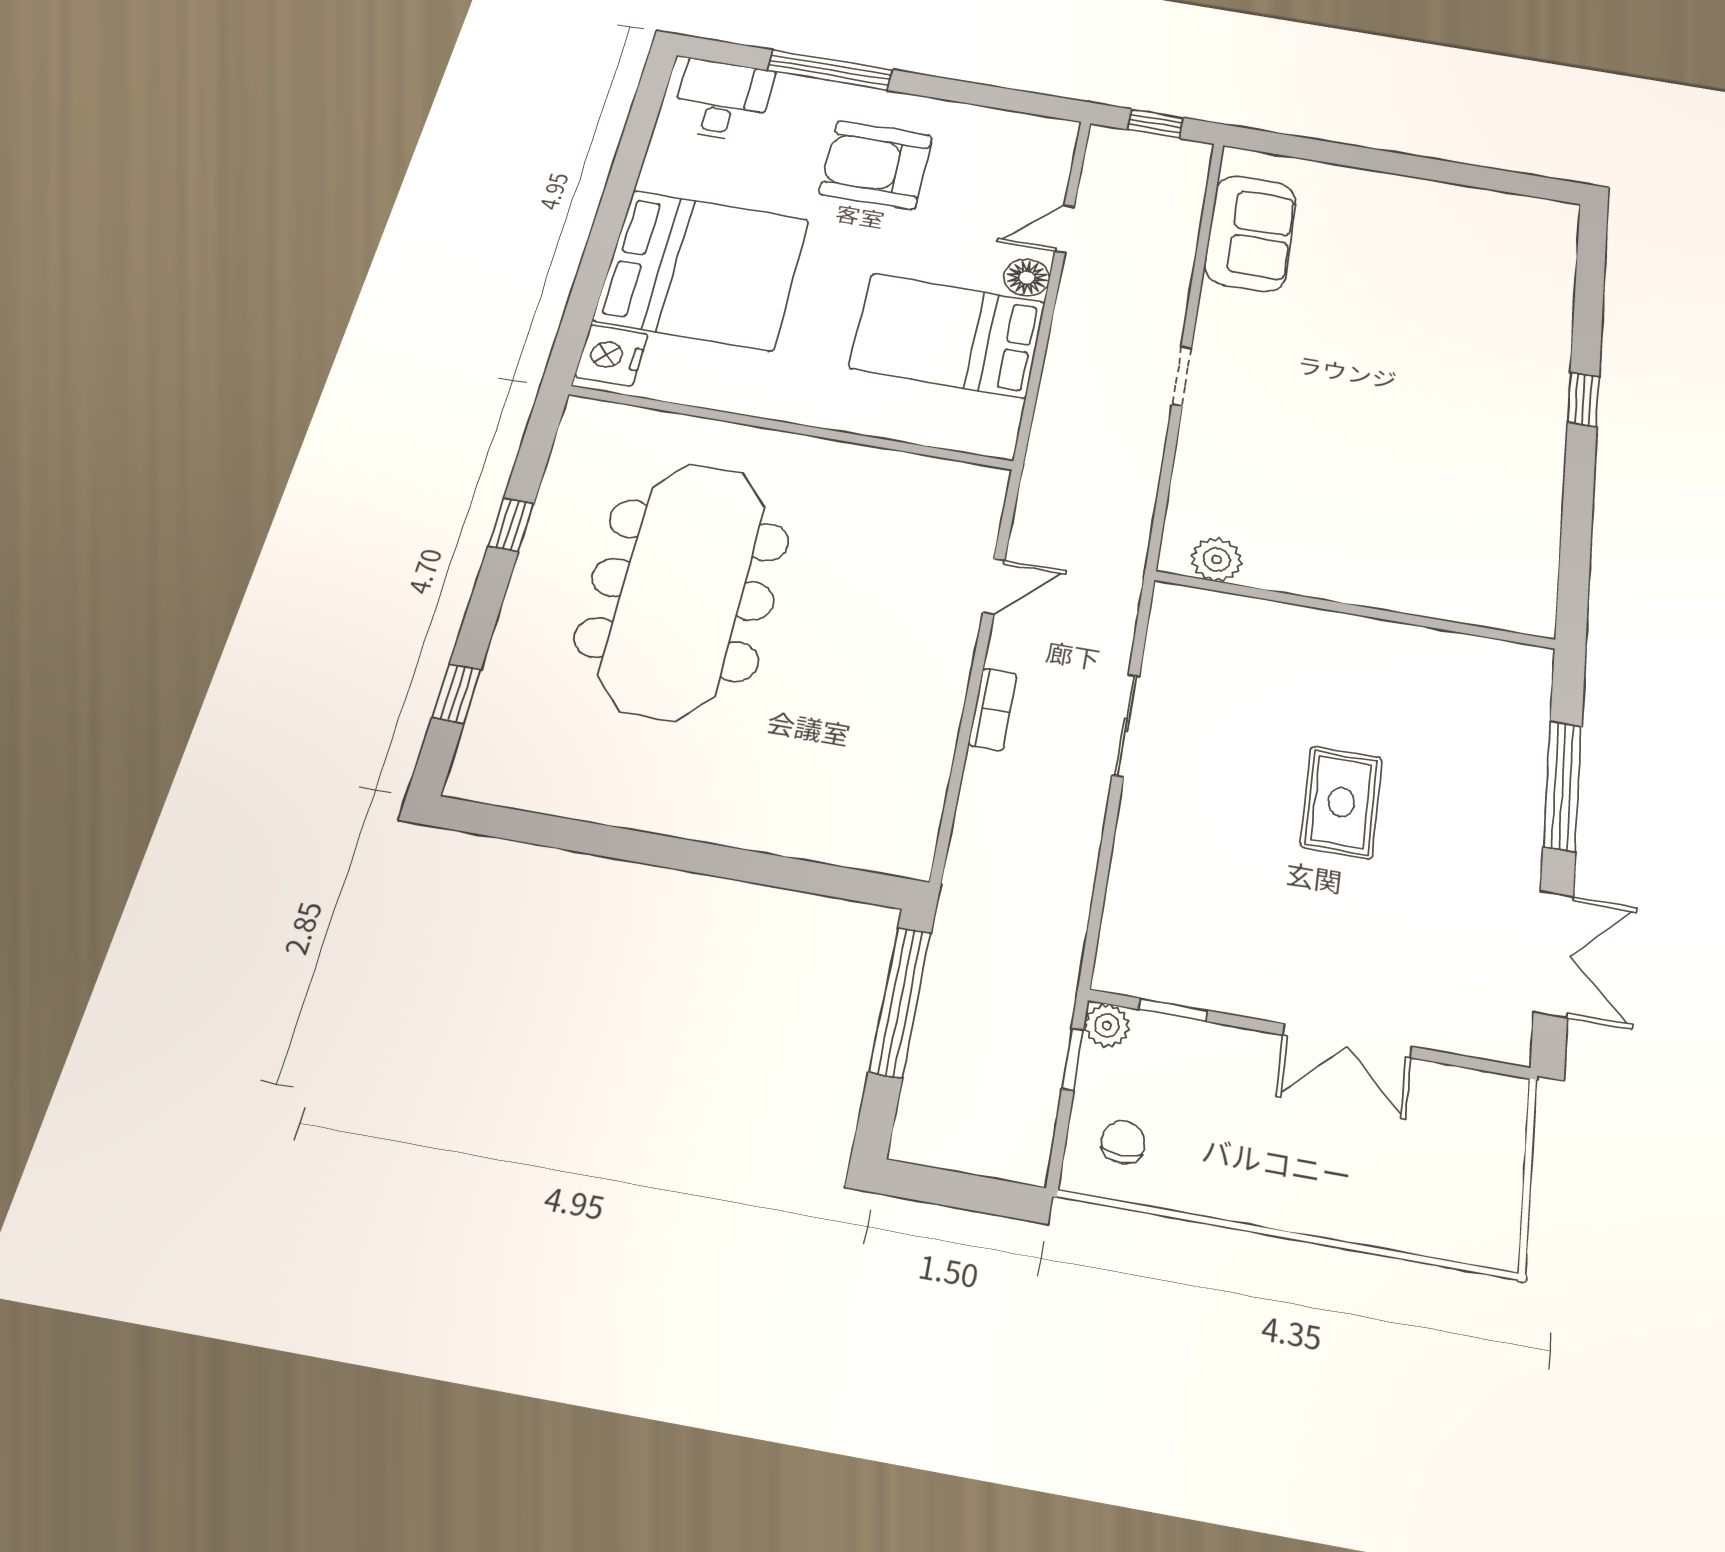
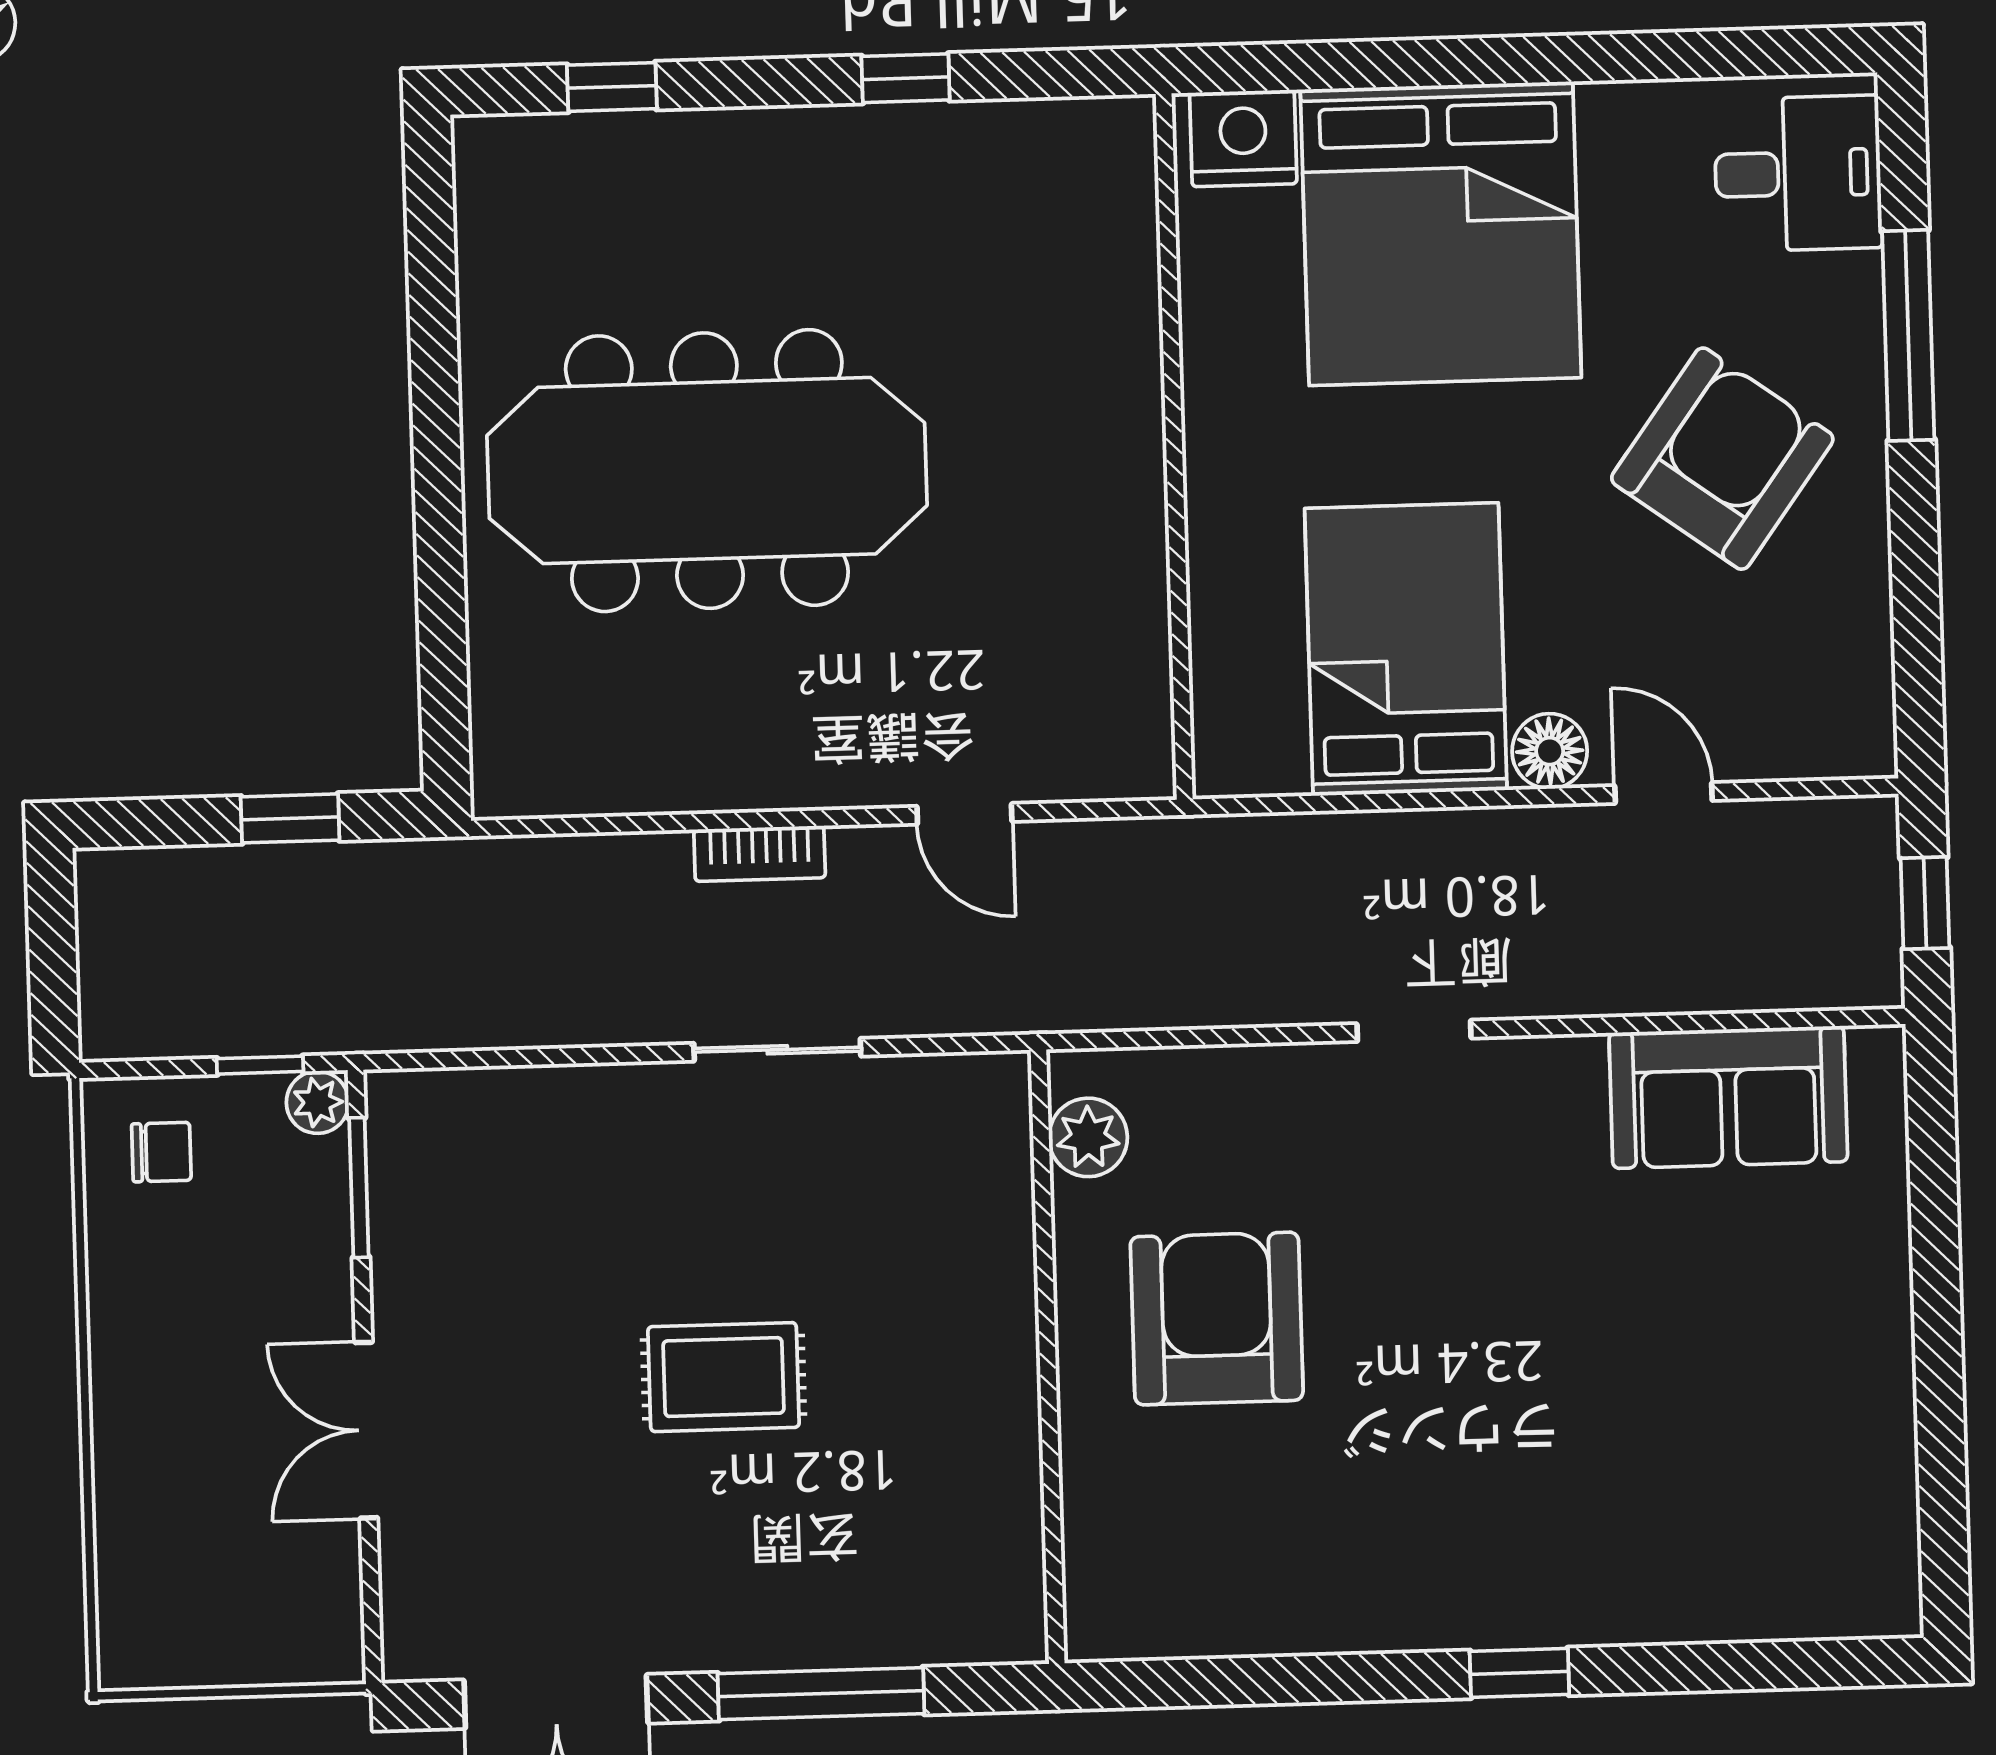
armchair: (876, 165) -> (1722, 459), turned 36
armchair: (1343, 513) -> (1217, 1318), added
meeting table: (683, 589) -> (707, 471), moved
window: (900, 1002) -> (290, 818), width x0.46
window: (1173, 1010) -> (359, 1188), width x1.50

